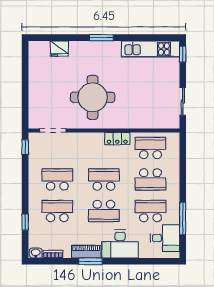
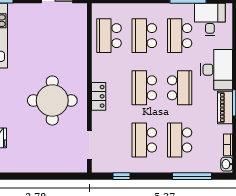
locker: (117, 139) -> (99, 96), moved
window: (25, 147) -> (122, 176), moved
school desk: (150, 179) -> (144, 36), turned 180
window: (25, 222) -> (192, 176), width x2.17

